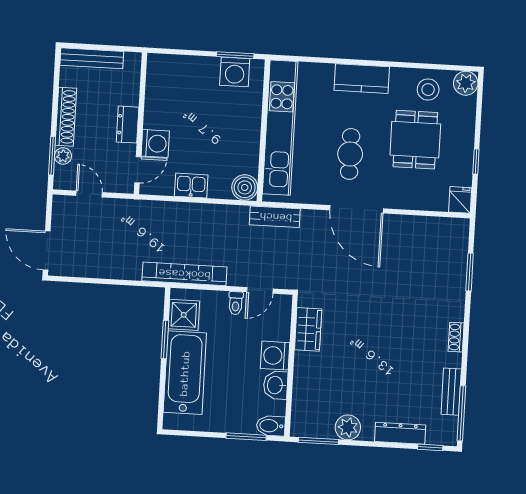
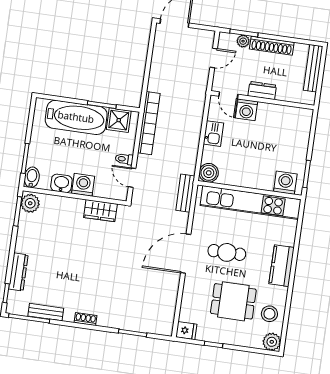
washing machine: (235, 72) -> (285, 183), moved, turned 90
plant: (348, 427) -> (30, 203), moved

